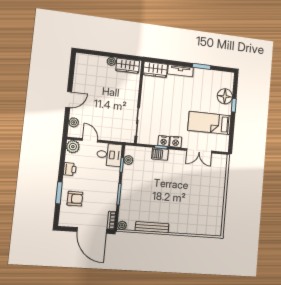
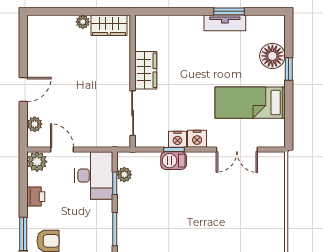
wardrobe: (155, 69) -> (146, 70), moved, turned -90
tv unit: (180, 71) -> (225, 23), moved
desk: (109, 155) -> (94, 175), width x1.37

